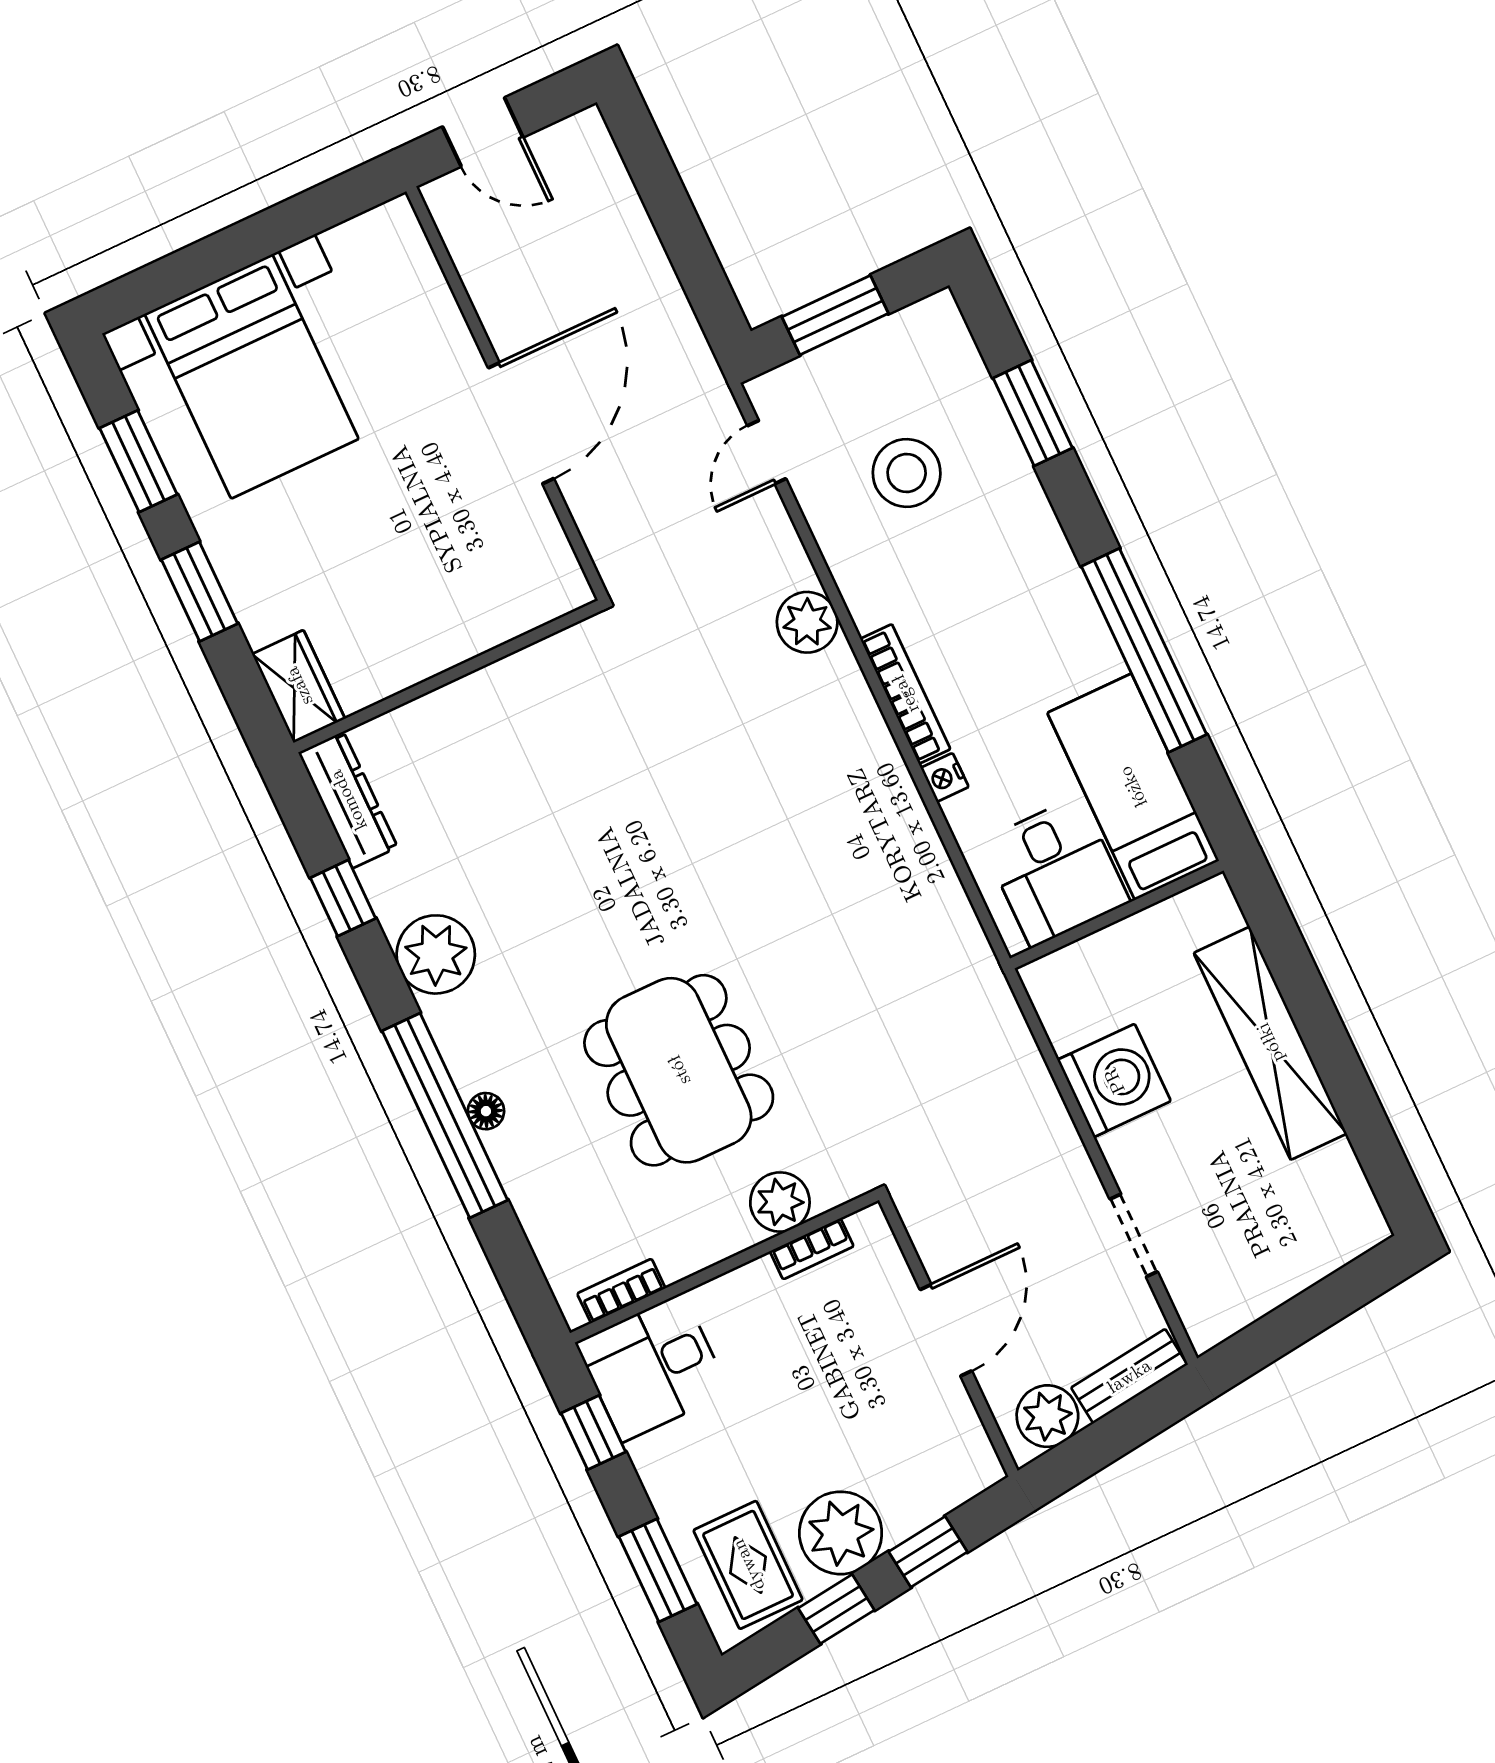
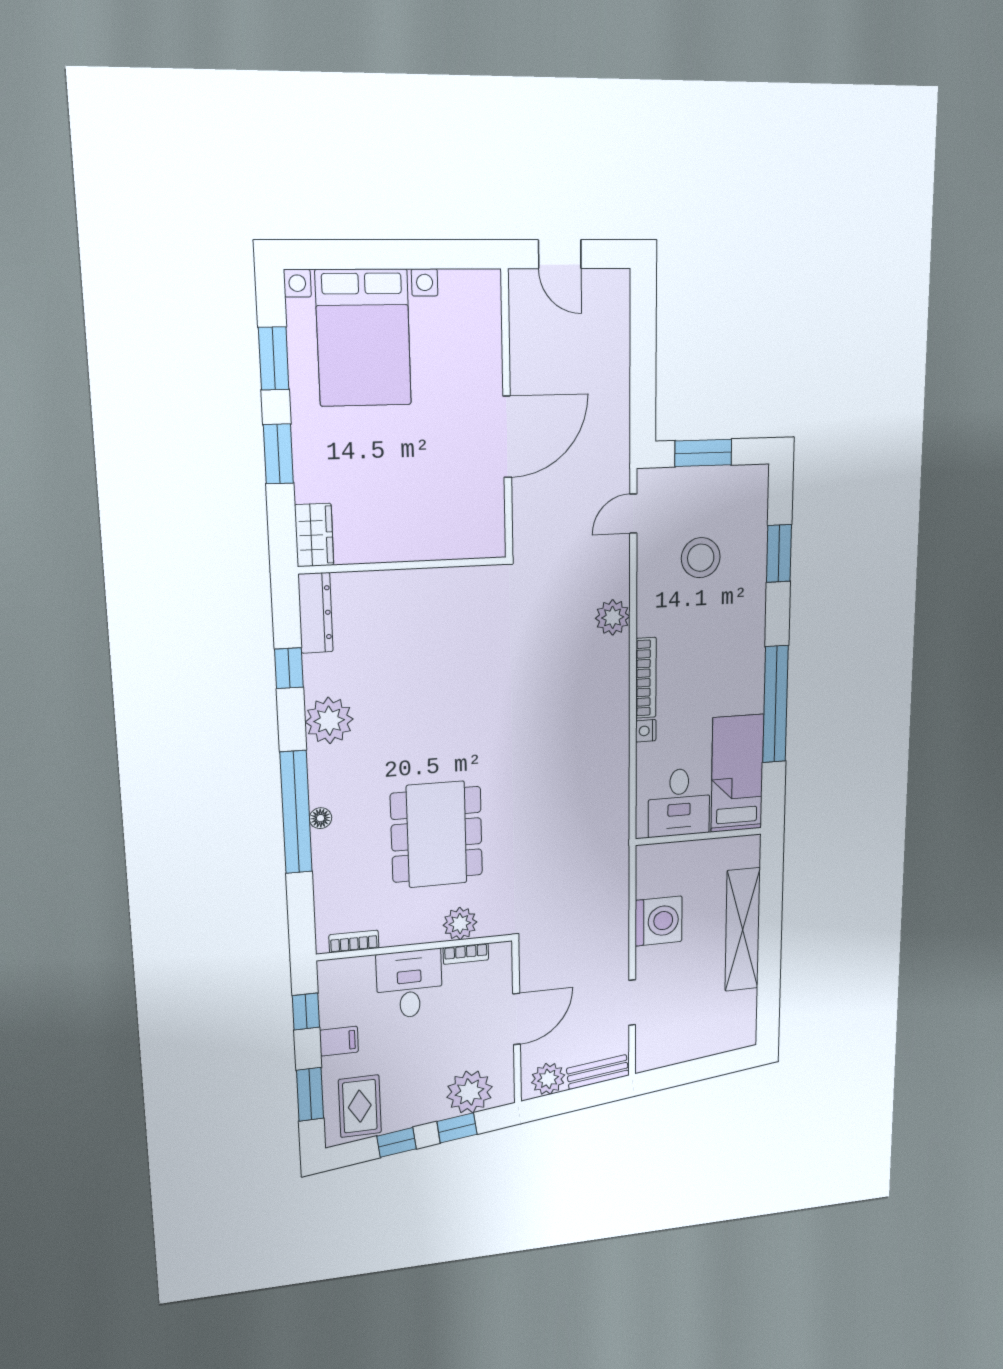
desk: (652, 1368) -> (409, 984), moved, turned 90
filing cabinet: (667, 1465) -> (339, 1041), added
plant: (841, 1533) -> (469, 1092), moved

